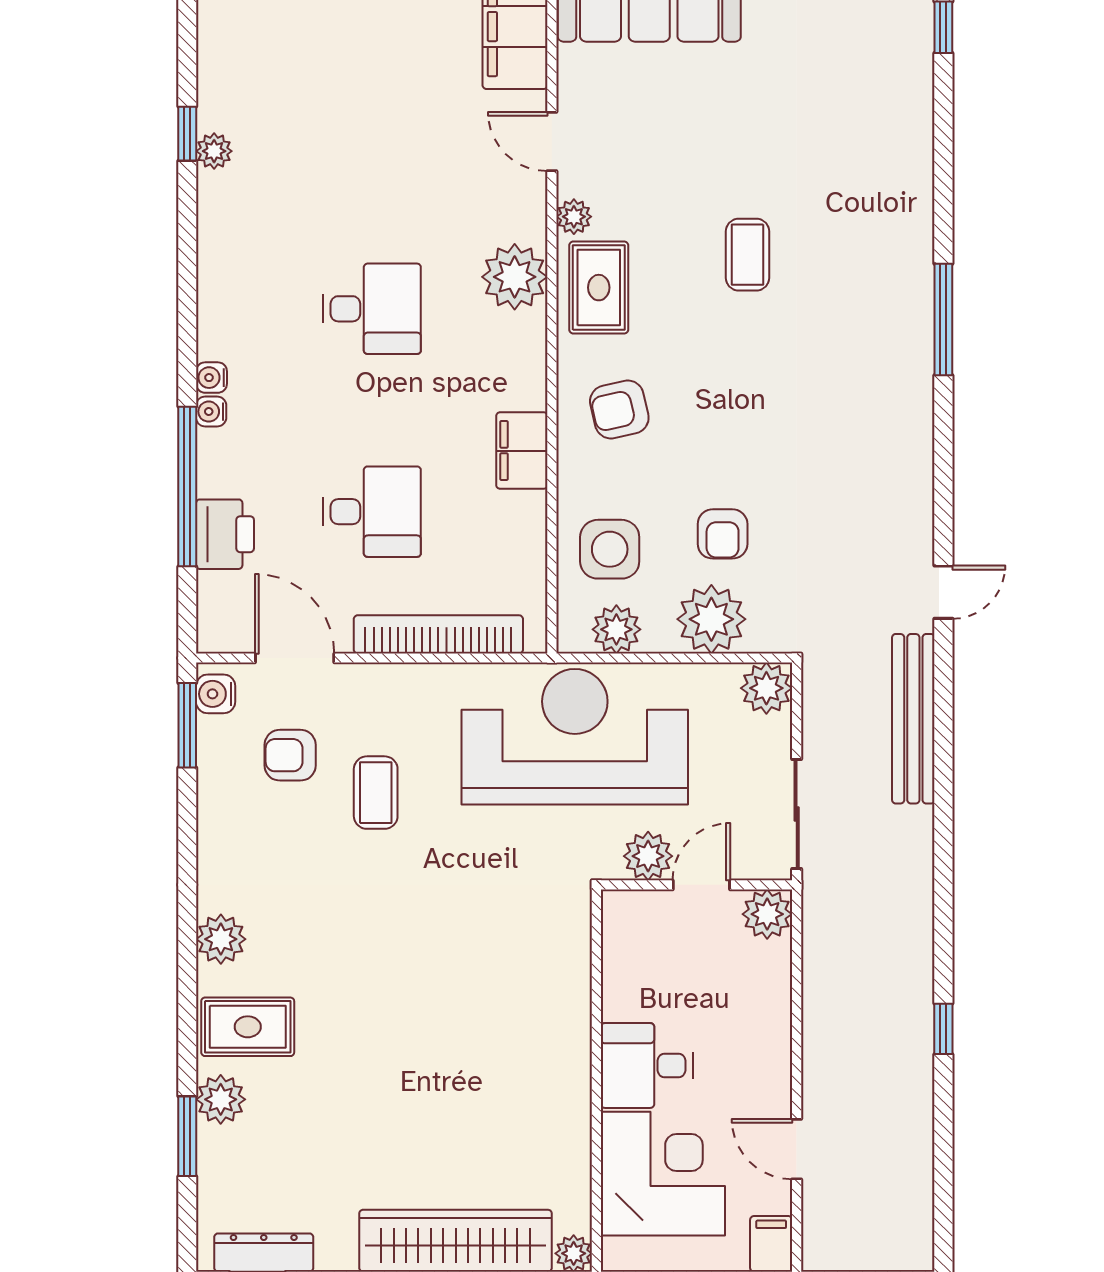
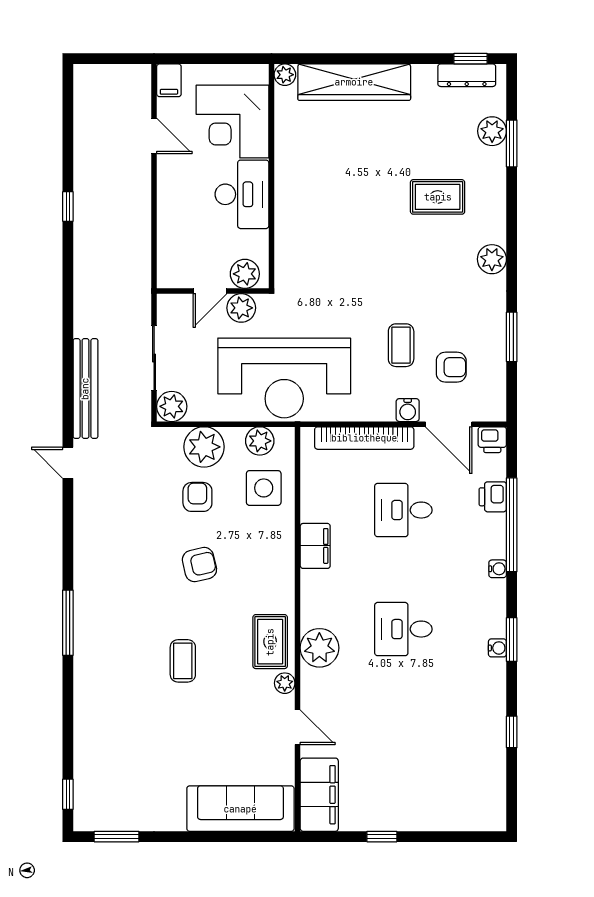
plant: (214, 151) -> (496, 722), removed
window: (187, 291) -> (512, 640), added
water cooler: (211, 378) -> (497, 648), moved
armchair: (619, 409) -> (199, 565), moved
printer: (225, 534) -> (493, 497), width x0.73, depth x0.81
door: (943, 592) -> (68, 463), hinge flipped
printer: (220, 632) -> (492, 440), added
water cooler: (216, 694) -> (408, 410), moved, turned 90
window: (187, 725) -> (512, 337), moved
sliding door: (797, 814) -> (154, 358), moved
plant: (767, 914) -> (245, 274), moved
rug: (248, 1027) -> (438, 197), moved
desk: (647, 1065) -> (242, 194), width x1.37
plant: (221, 1099) -> (492, 131), moved

